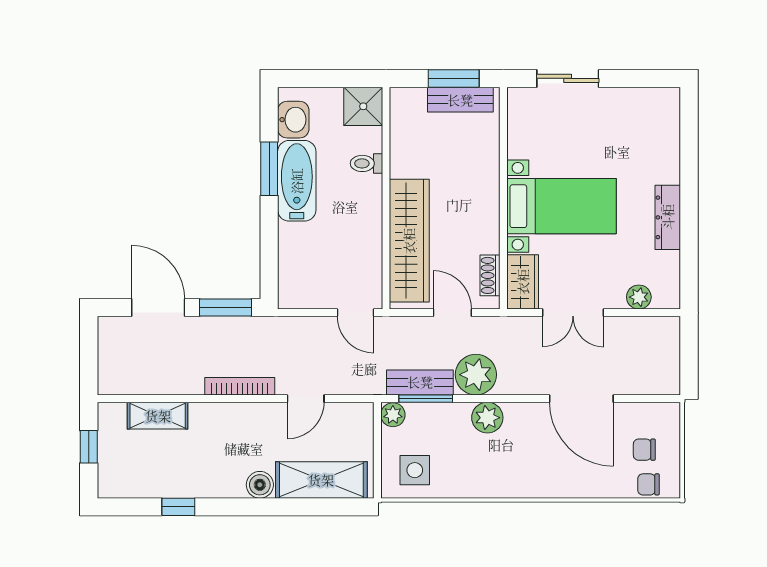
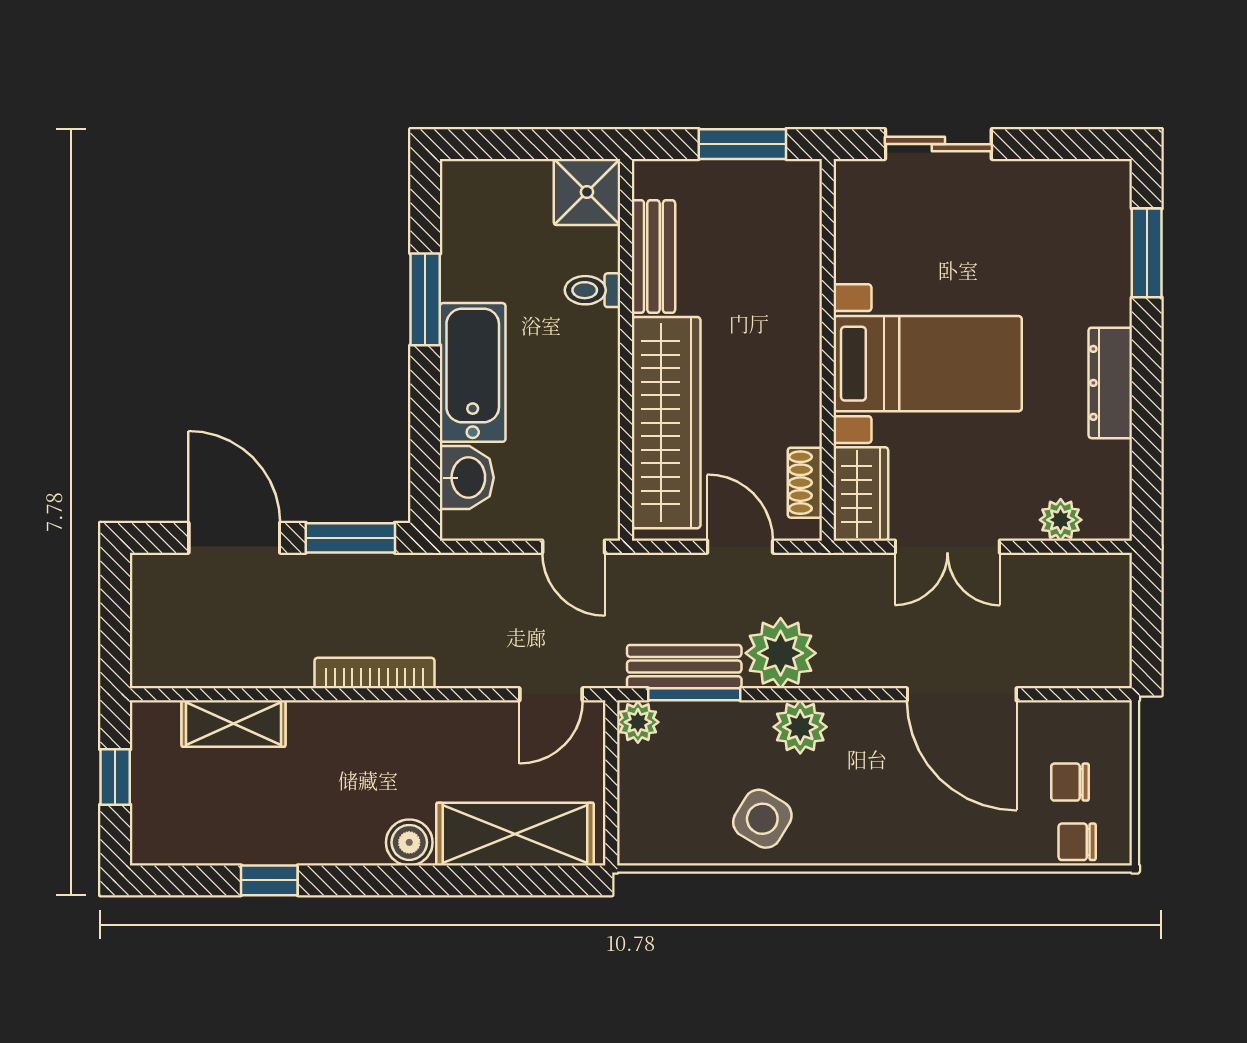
bench: (460, 100) -> (653, 257), moved, turned 90
washbasin: (293, 120) -> (467, 478), moved
window: (689, 142) -> (1147, 253), added
bathtub: (297, 181) -> (473, 372), moved
door: (306, 399) -> (551, 694), moved
side table: (415, 470) -> (762, 819), moved, turned 31

